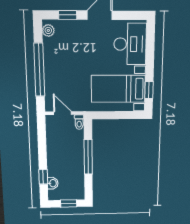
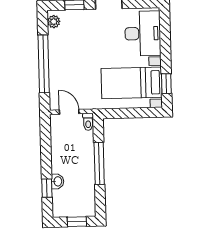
washbasin: (53, 183) -> (57, 181), moved

